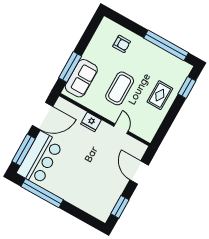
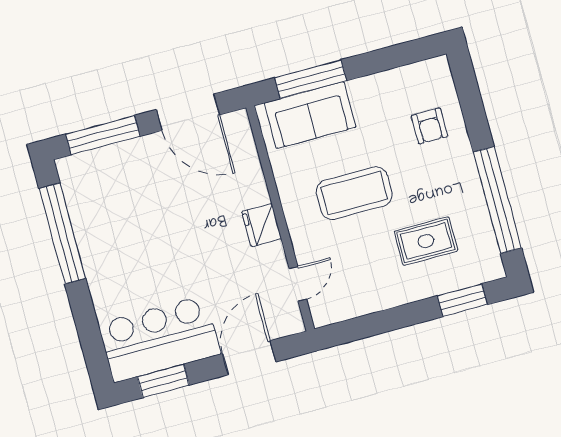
rug: (160, 95) -> (426, 241), moved
fridge: (91, 122) -> (262, 225), moved
door: (121, 129) -> (298, 284), moved
bar counter: (40, 158) -> (159, 339), moved, turned 180

